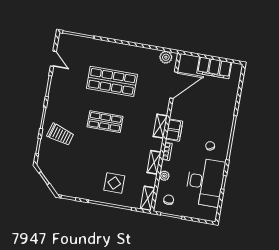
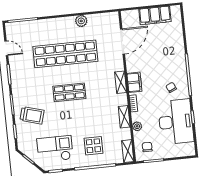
plant: (166, 57) -> (81, 21), moved
shop shelf: (112, 81) -> (65, 54), width x1.40
checkout: (74, 175) -> (55, 149), added

